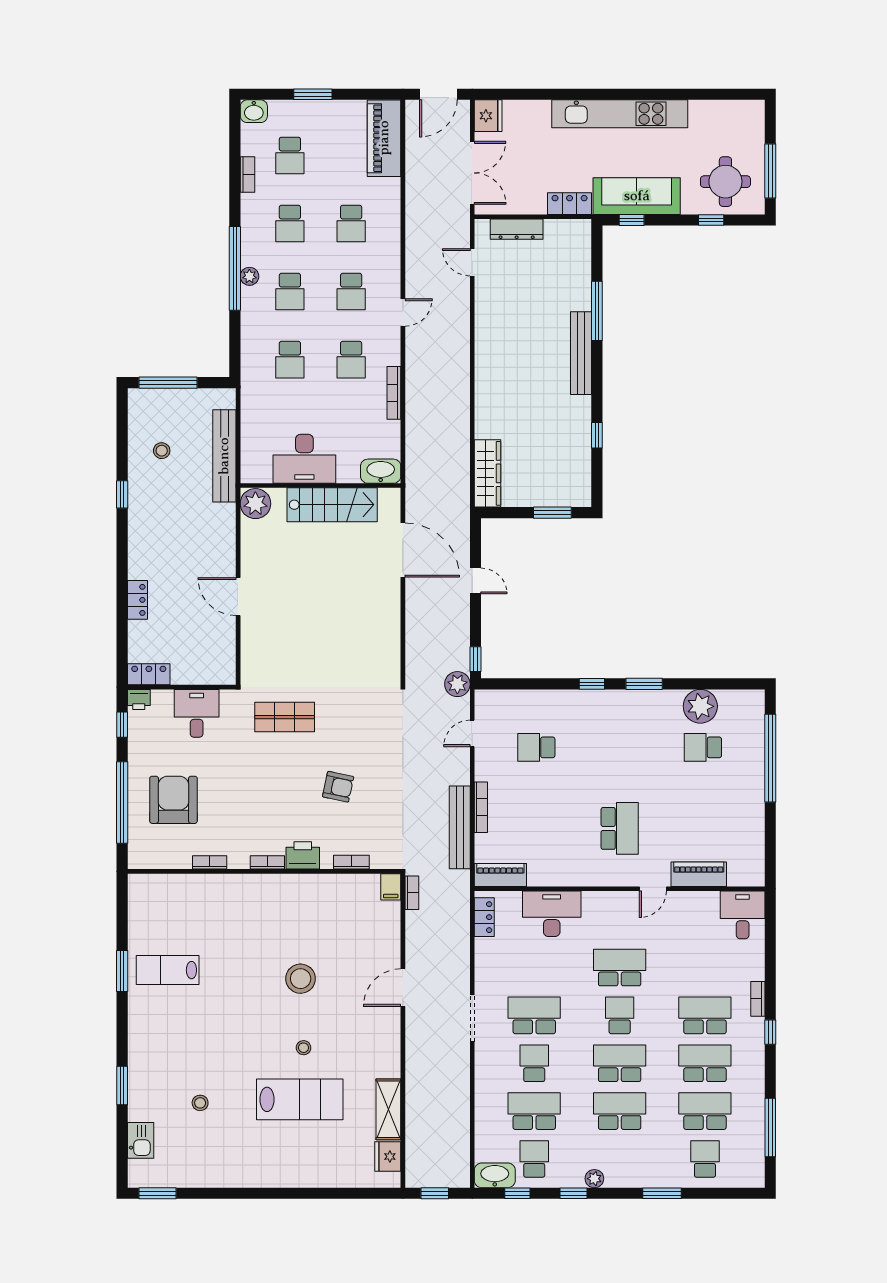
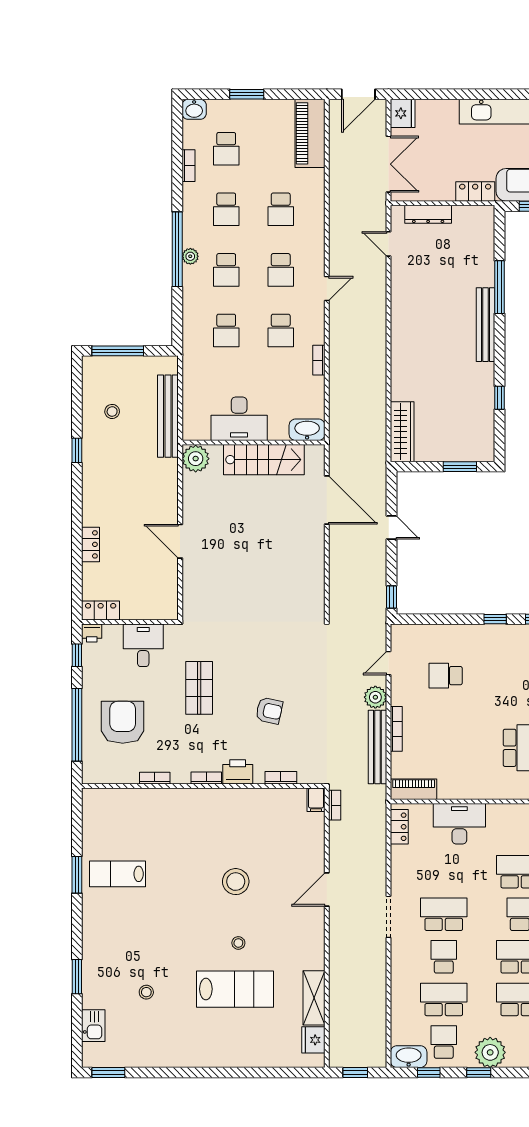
bookcase: (394, 393) -> (319, 360), width x0.64
plant: (457, 684) -> (375, 697), moved
shop shelf: (285, 717) -> (199, 688), moved, turned 90
plant: (594, 1179) -> (490, 1052), width x1.88, depth x1.88

